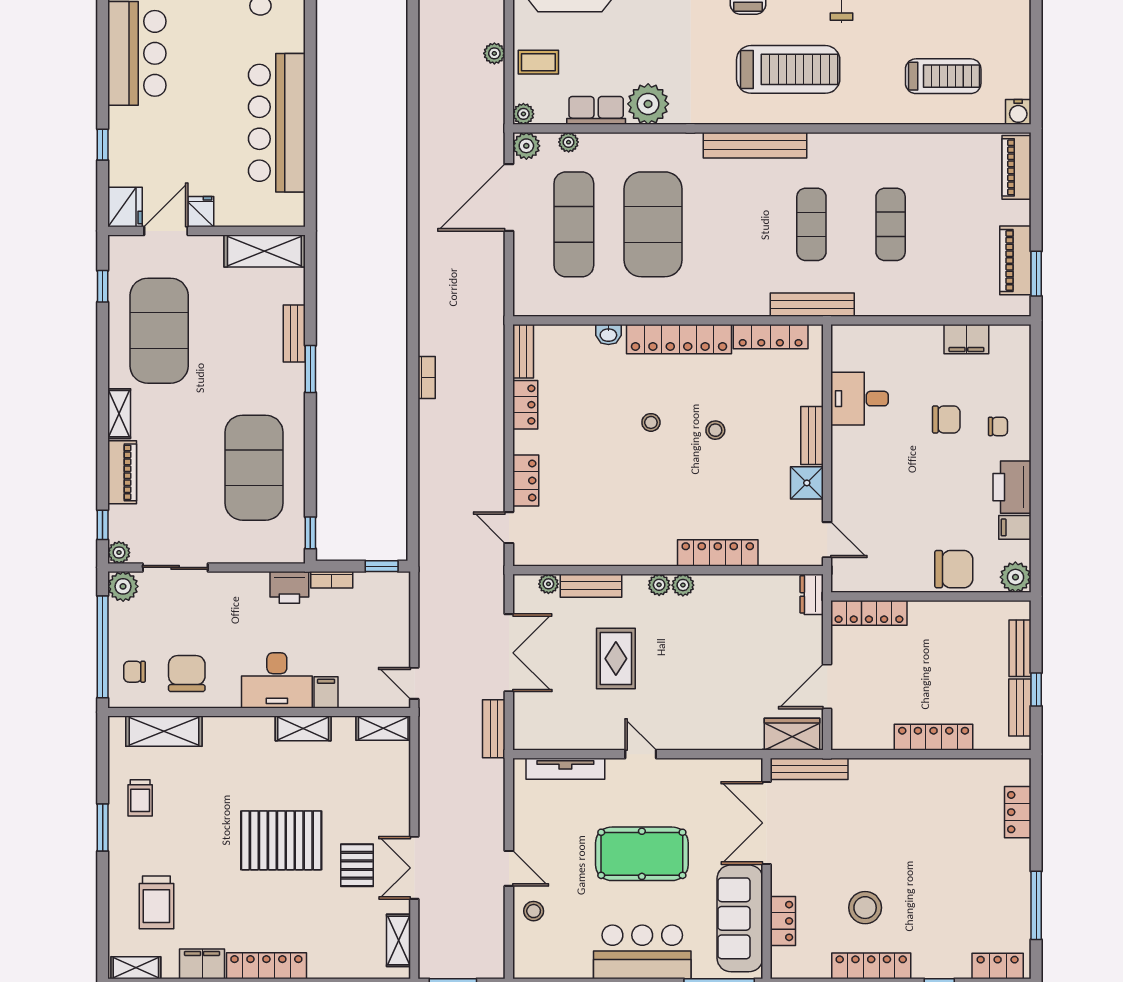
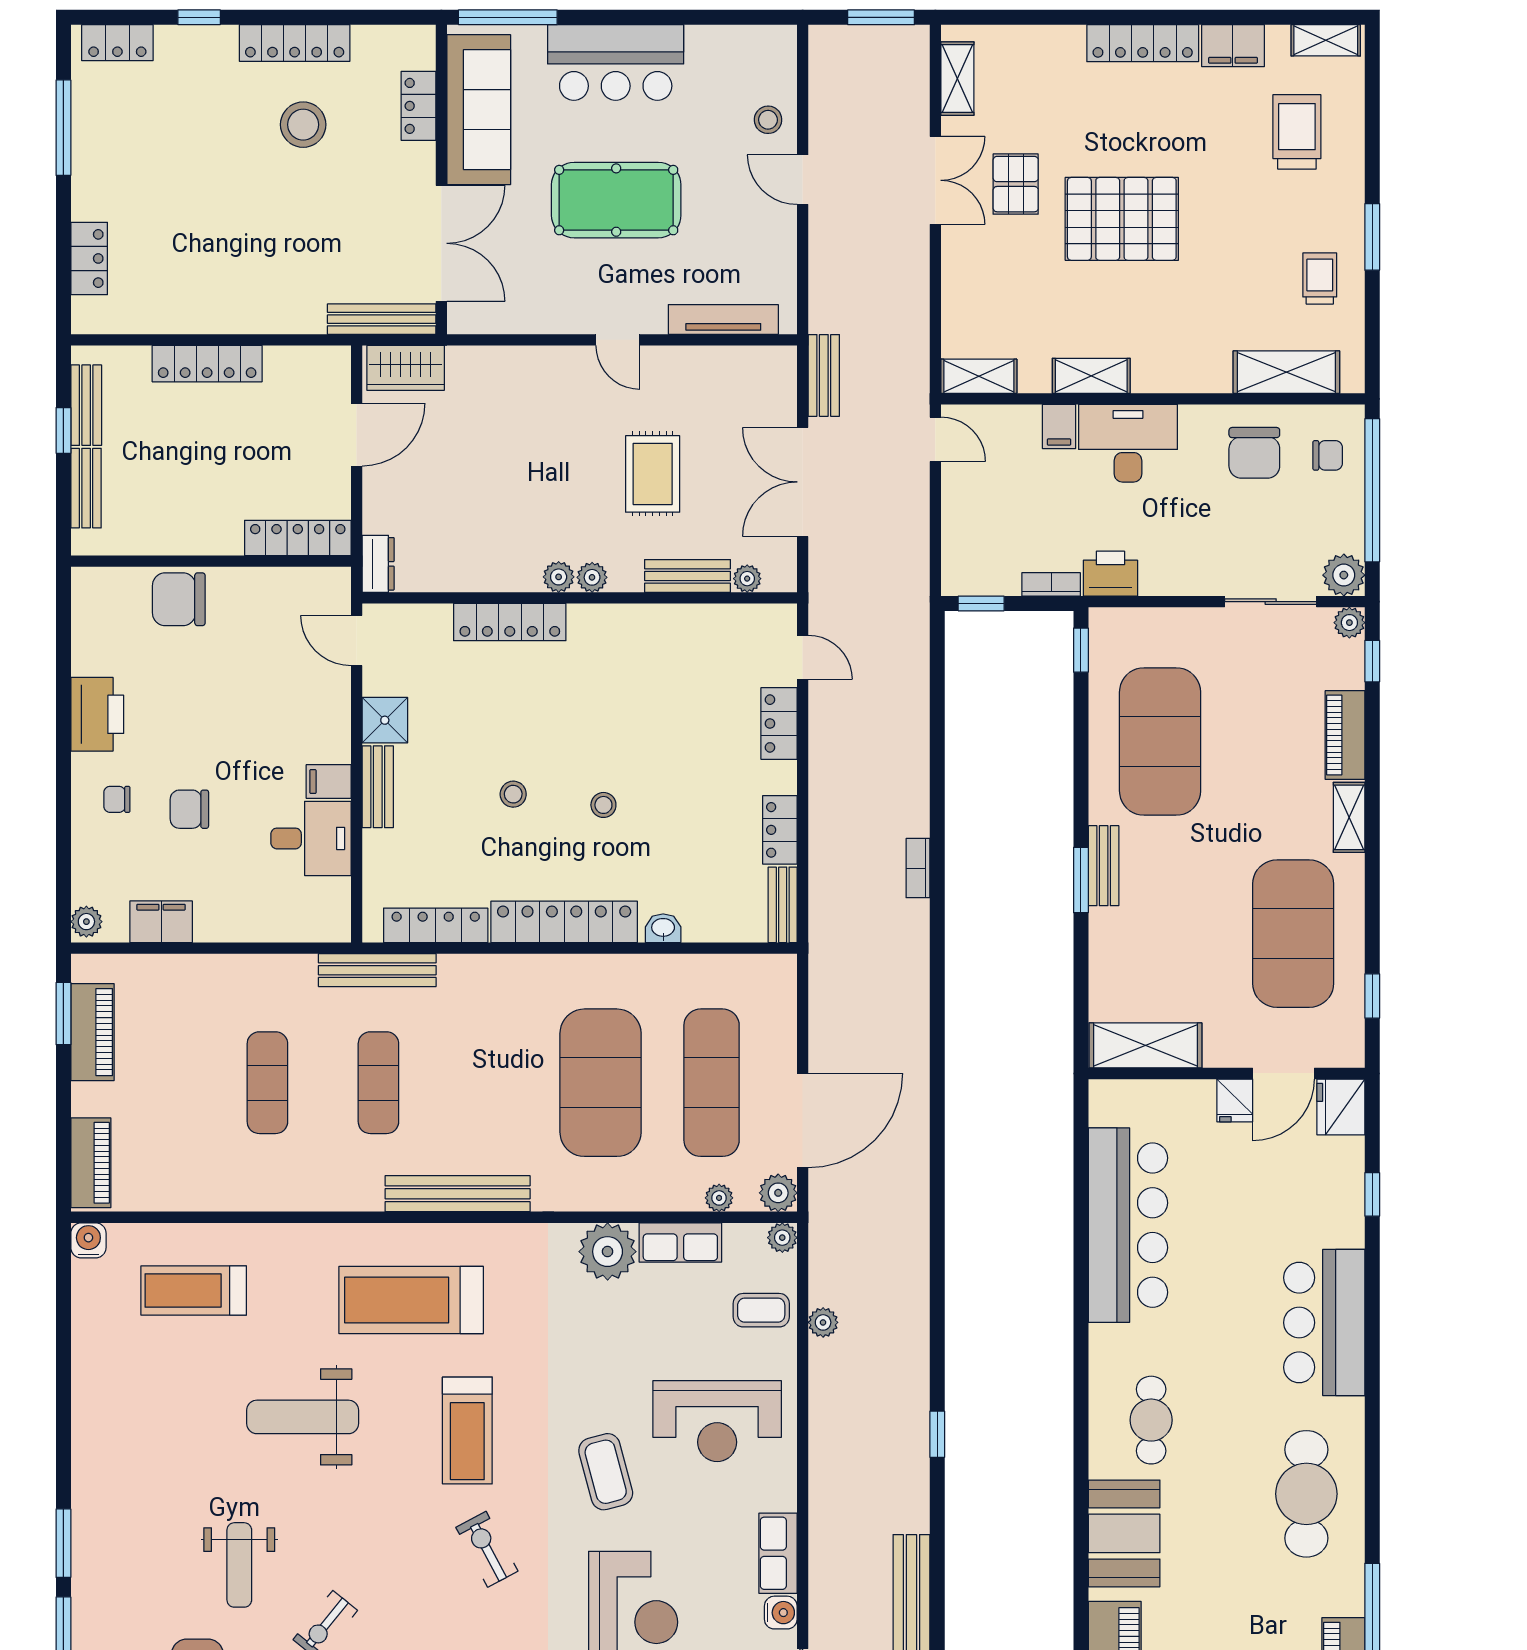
bench: (294, 333) -> (1104, 866), moved
filing cabinet: (1015, 527) -> (329, 782), moved, turned 180
plant: (1015, 577) -> (86, 922), moved, width x0.73, depth x0.73

